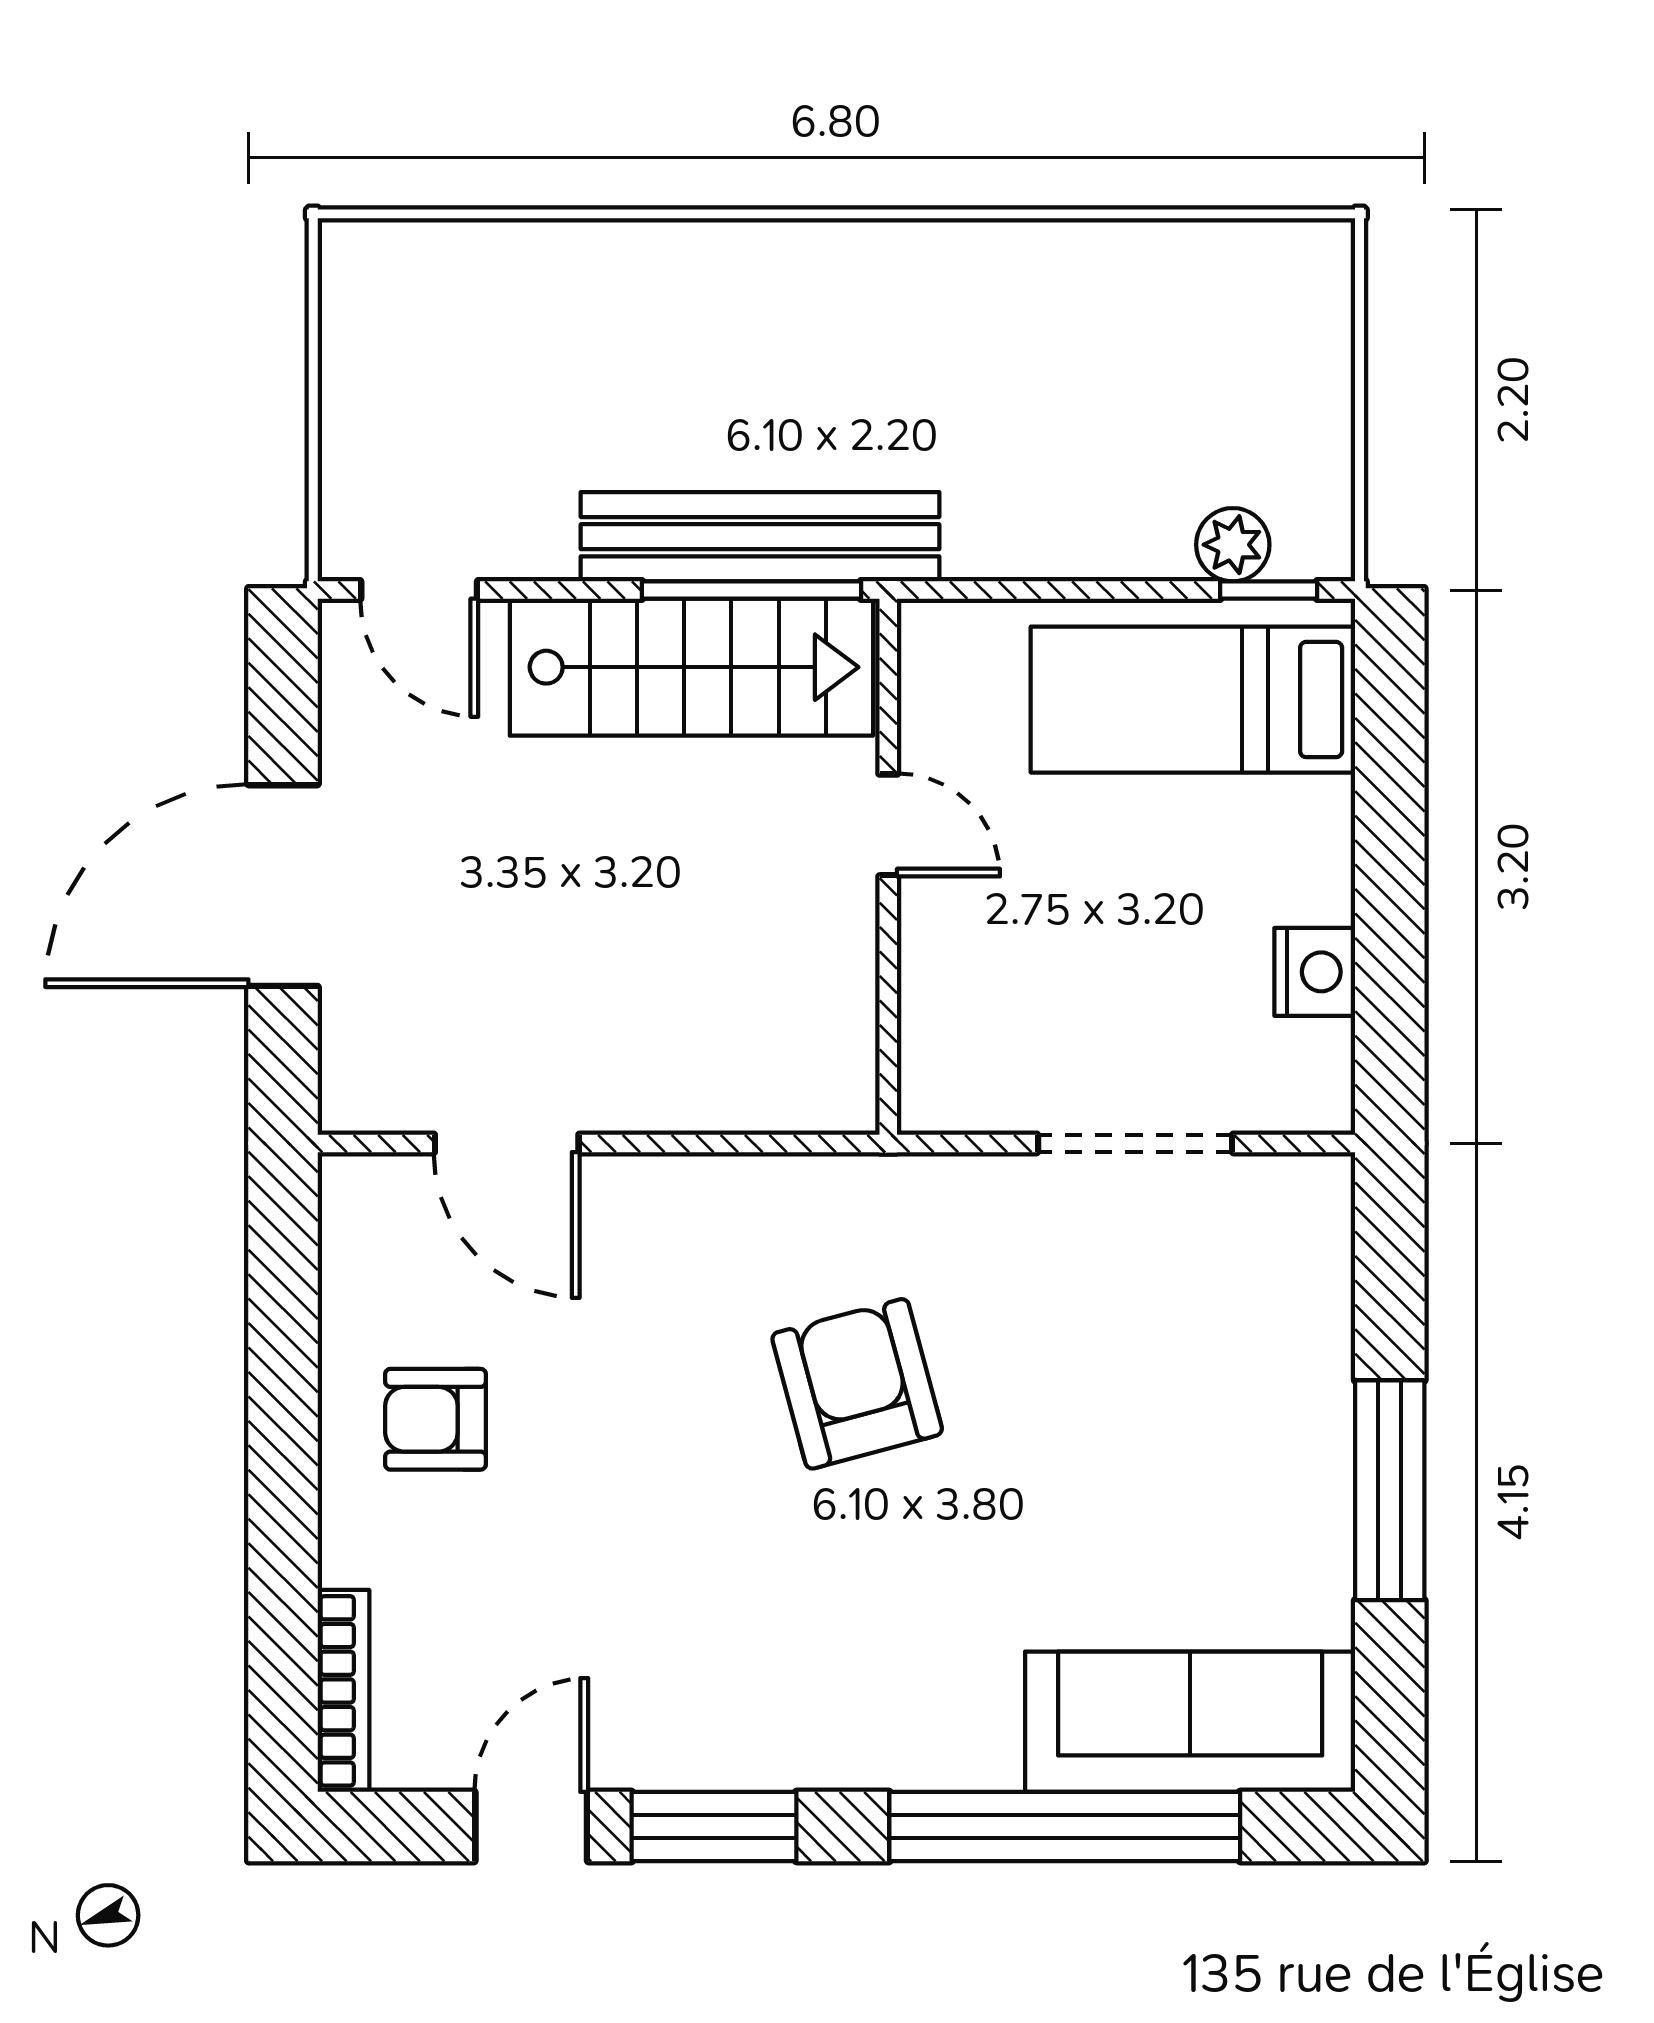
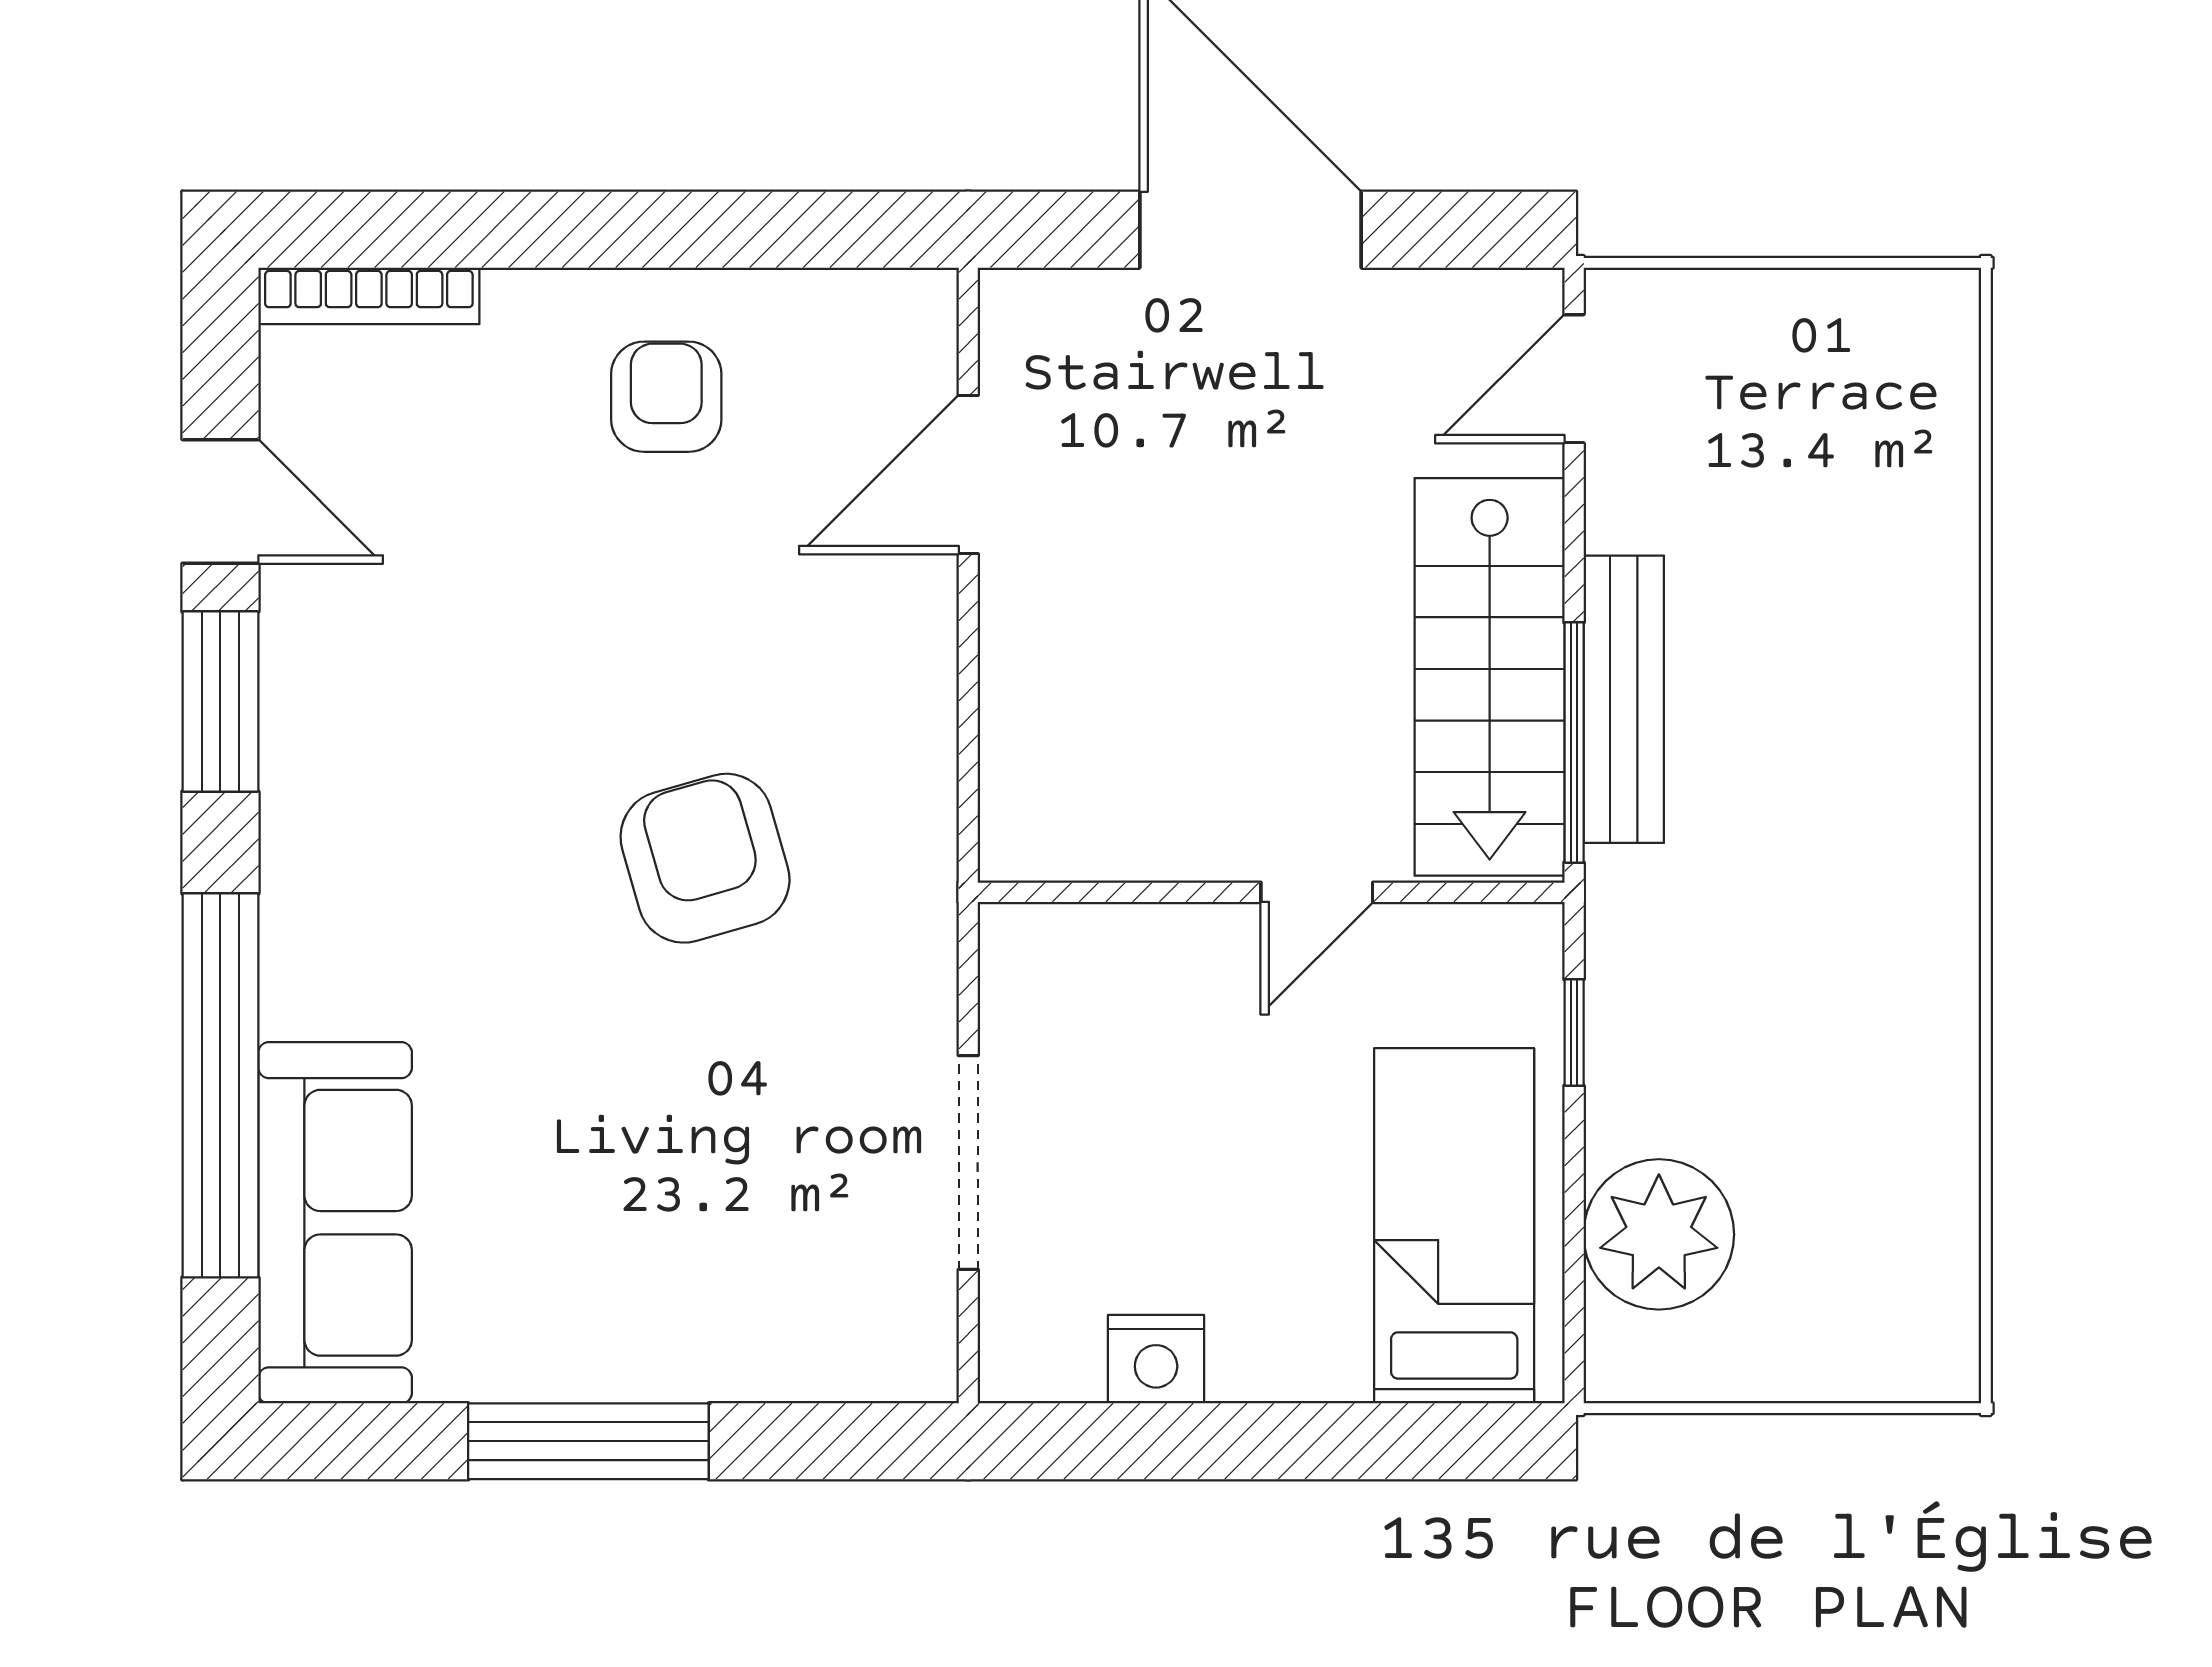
bench: (760, 537) -> (1624, 699), width x0.73, depth x0.82
plant: (1233, 545) -> (1659, 1234), width x1.87, depth x1.87
window: (1269, 590) -> (1574, 1033), moved
armchair: (857, 1384) -> (705, 858), turned -91

